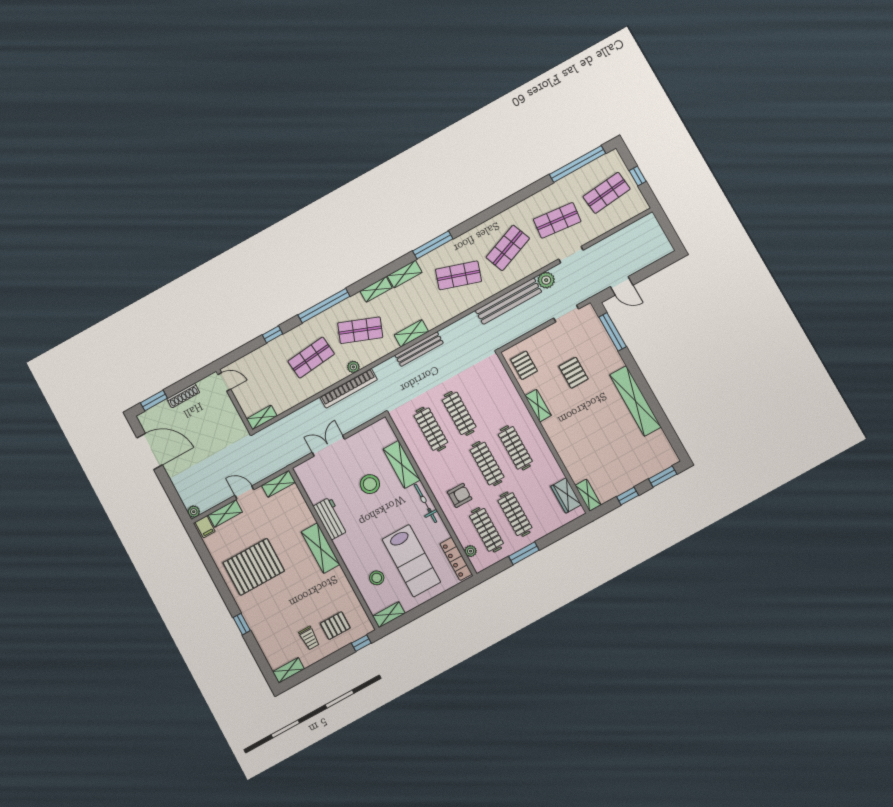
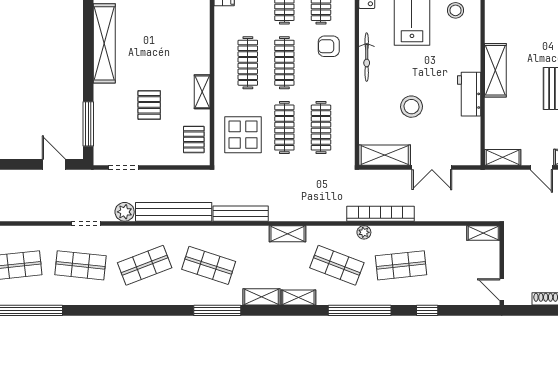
bench: (419, 349) -> (241, 214), moved
display table: (488, 390) -> (243, 135), added
shelving: (402, 464) -> (385, 155), moved, turned 90

